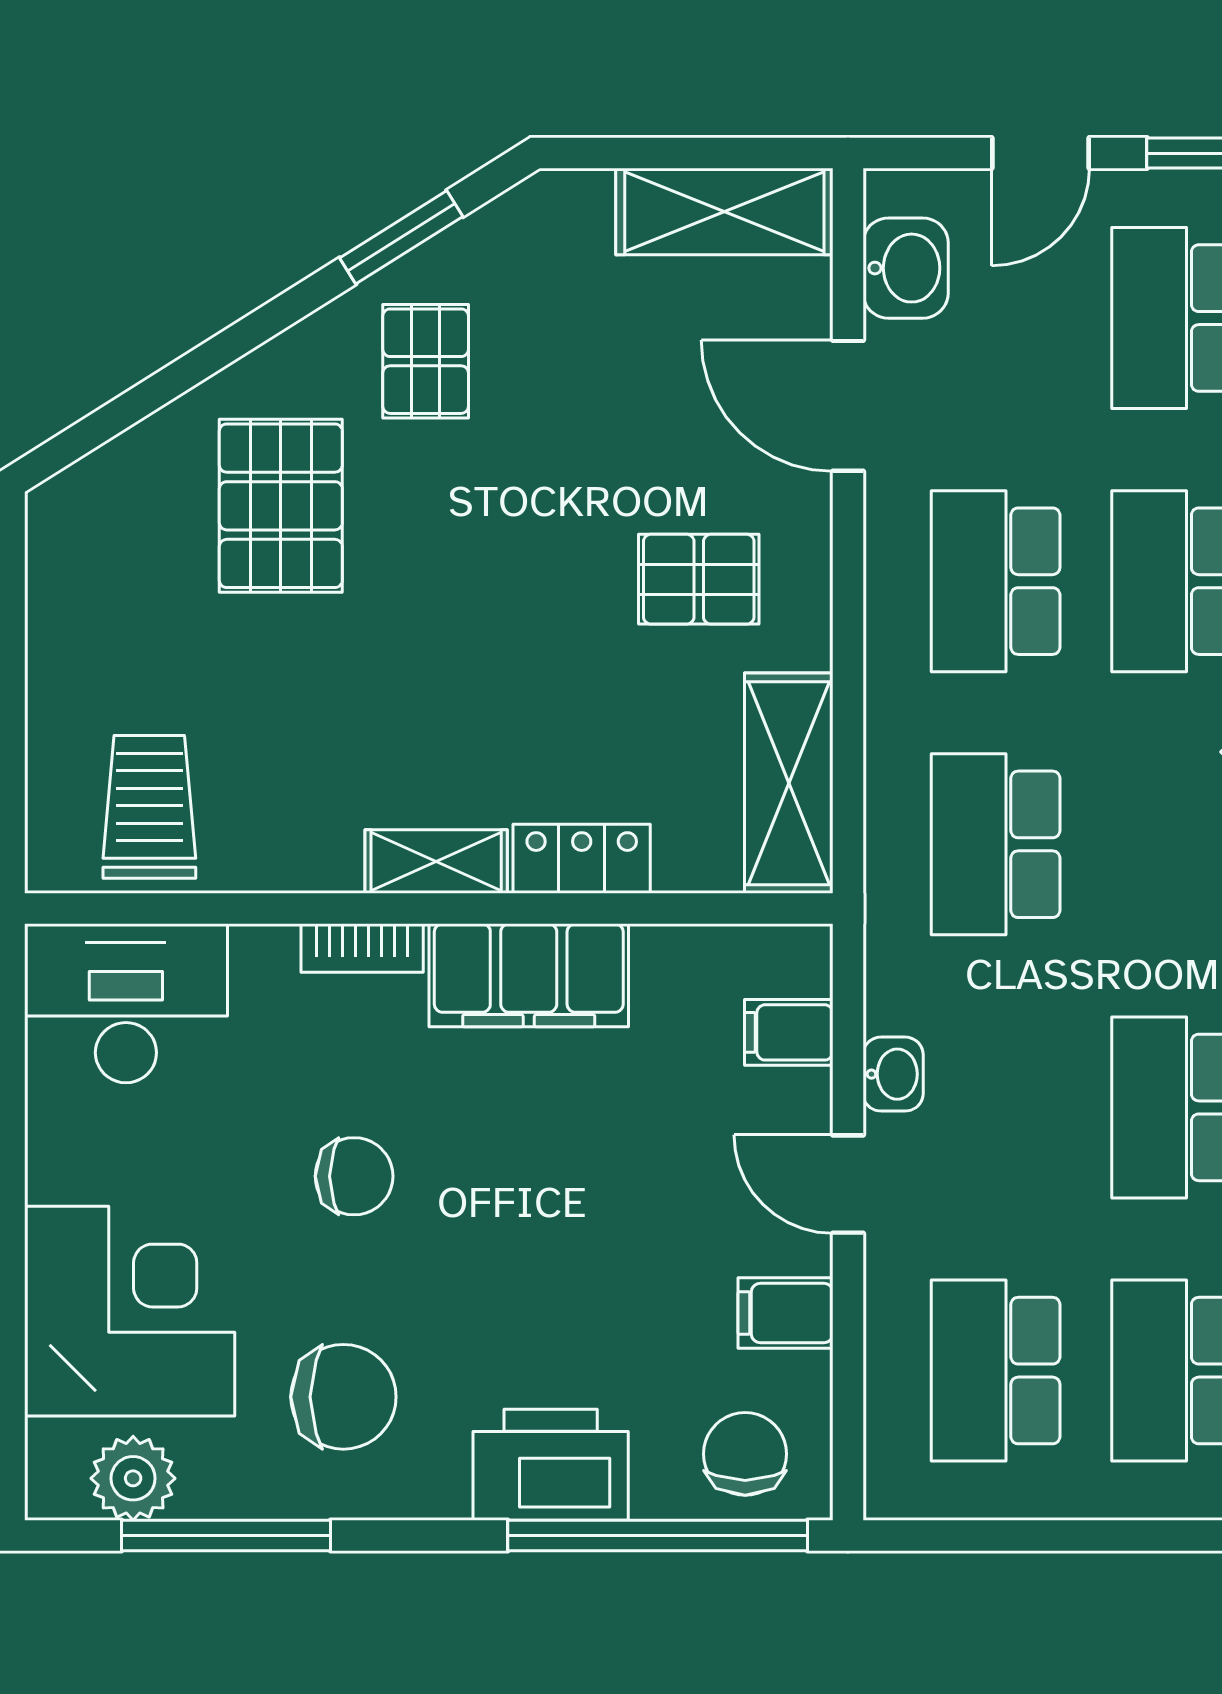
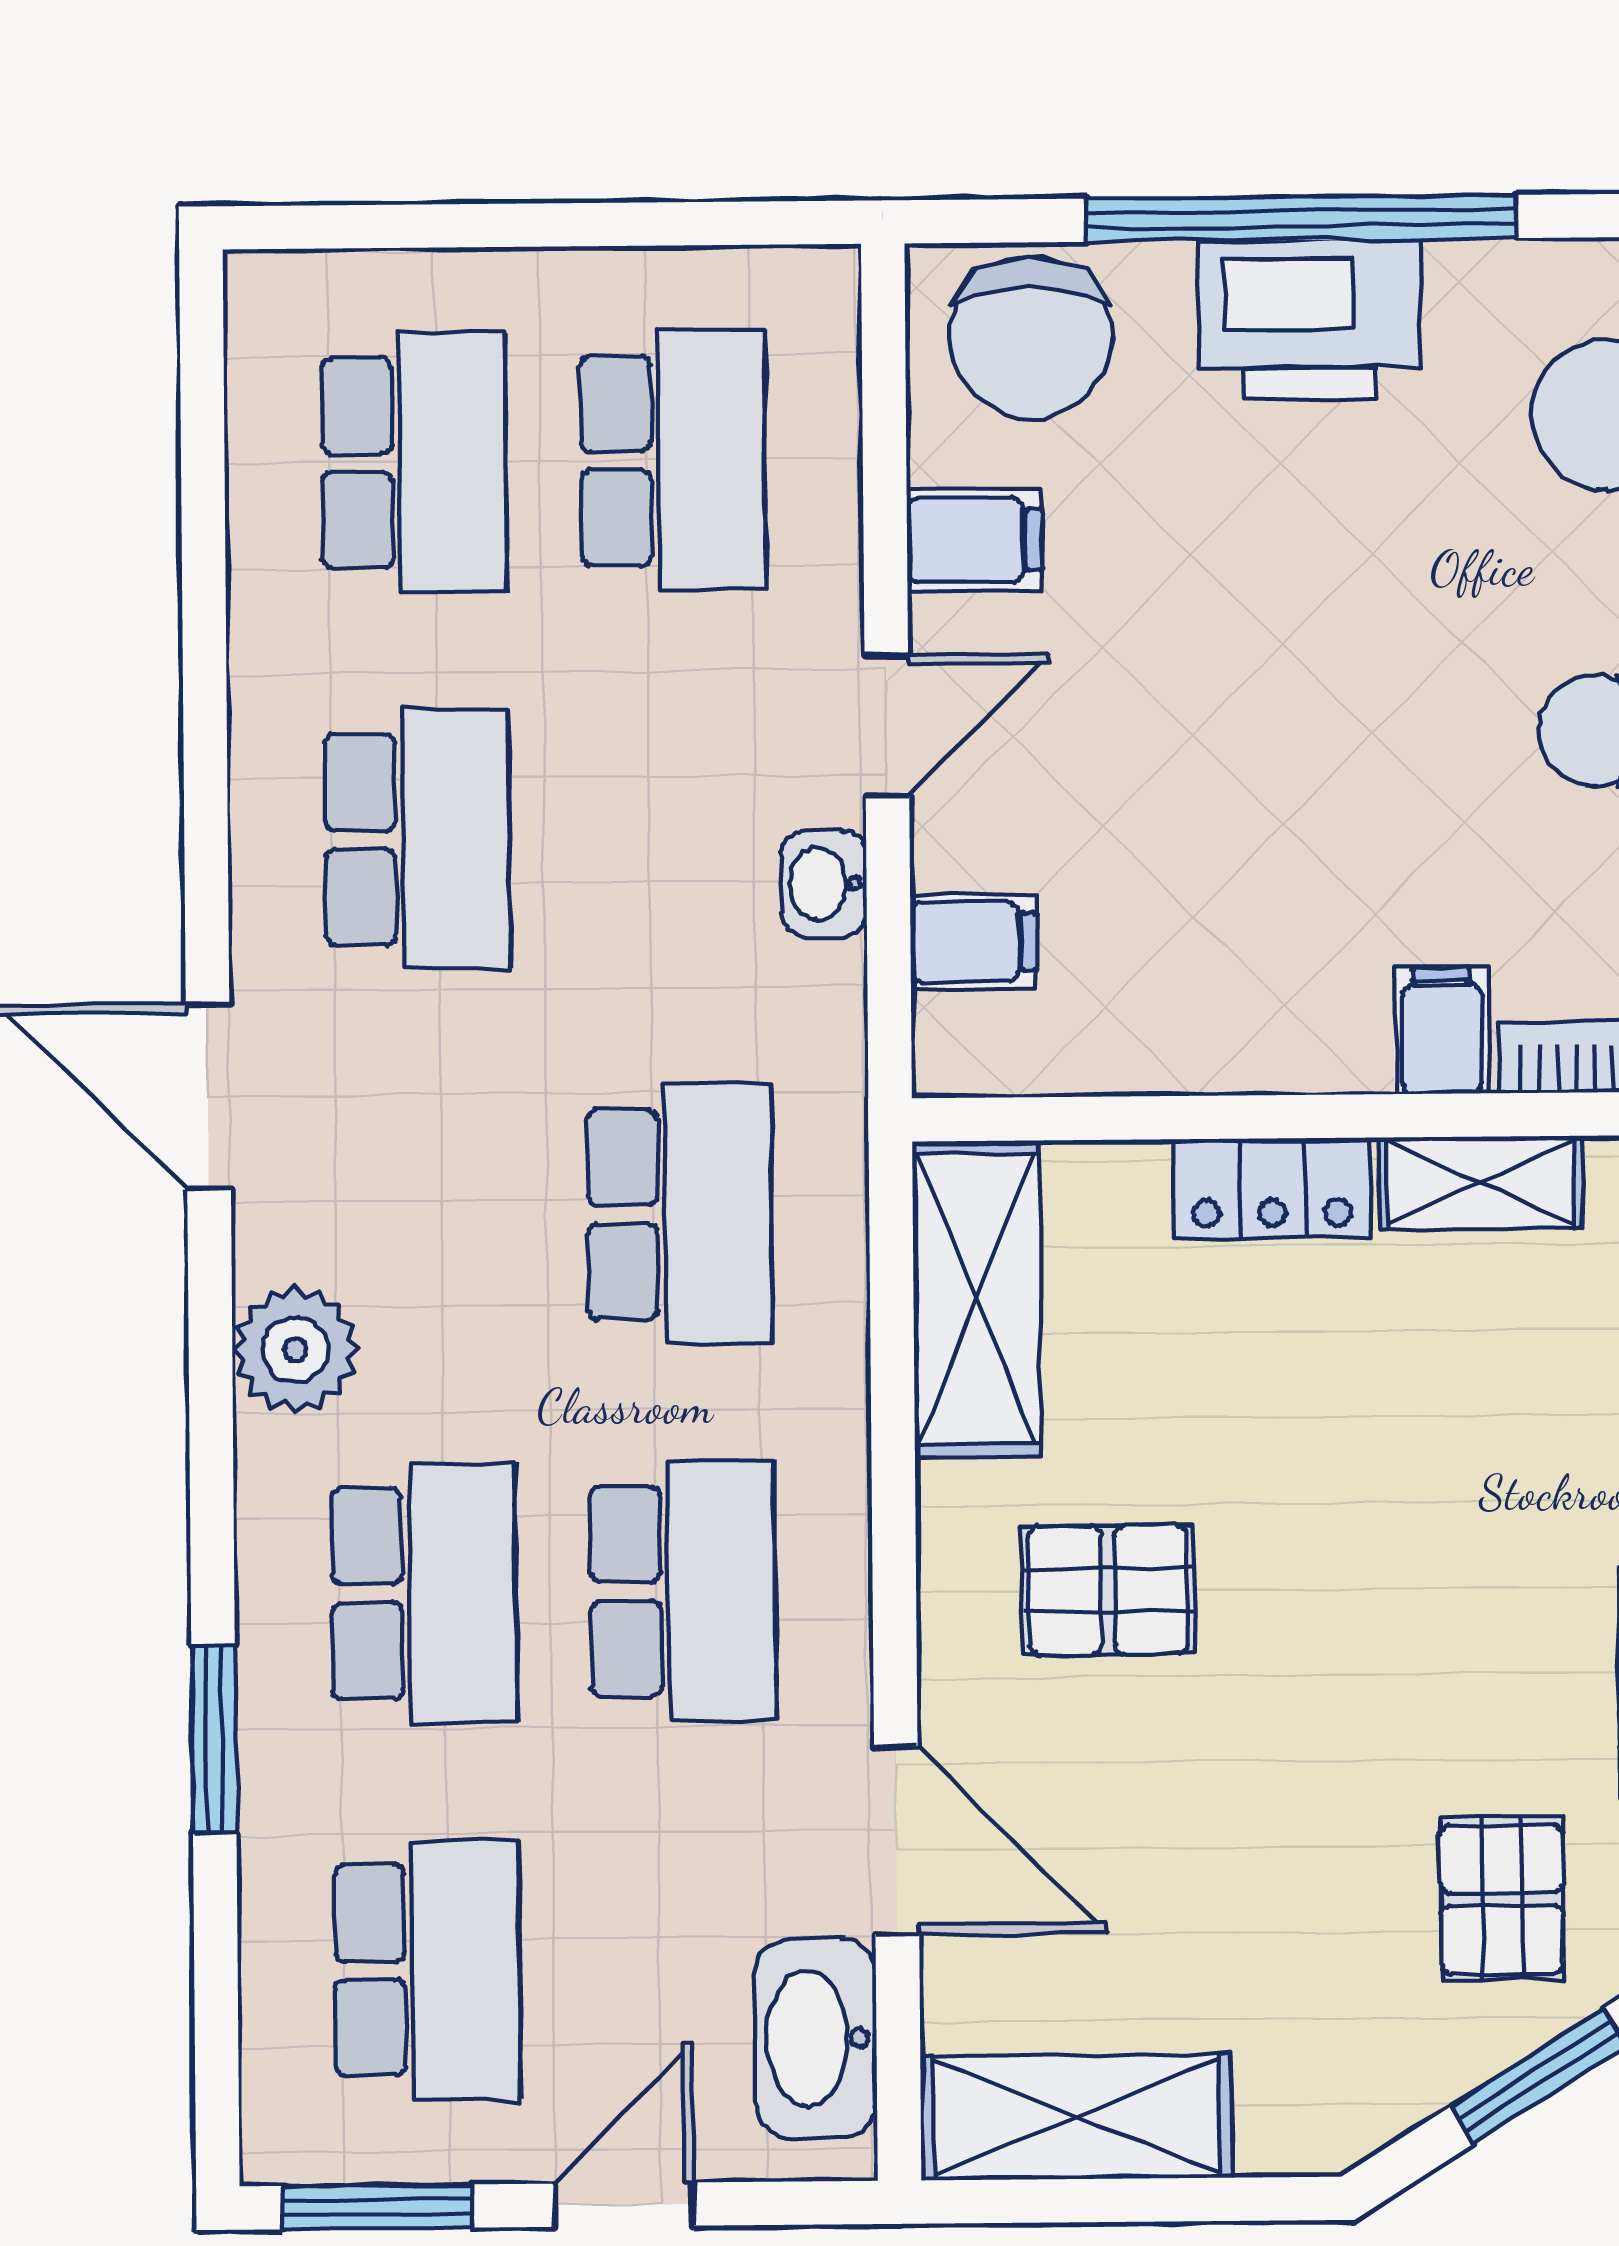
washbasin: (906, 268) -> (816, 2038), width x1.38
filing cabinet: (529, 975) -> (1442, 1030), width x0.33, depth x0.86
door: (848, 1184) -> (887, 725), hinge flipped
chair: (745, 1454) -> (1031, 338), width x1.37, depth x1.37
window: (658, 1536) -> (1301, 218), moved

